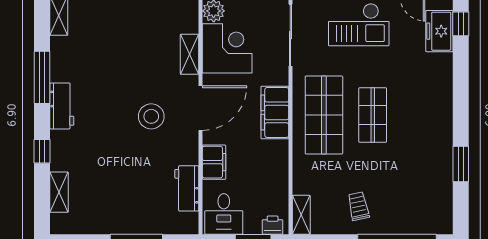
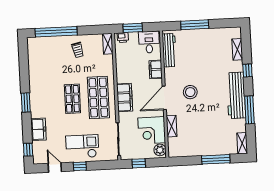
freezer: (439, 31) -> (38, 129), moved
workbench: (62, 106) -> (236, 95), width x1.88, depth x1.32
window: (461, 164) -> (26, 102), moved
workbench: (187, 188) -> (169, 50), width x1.37

